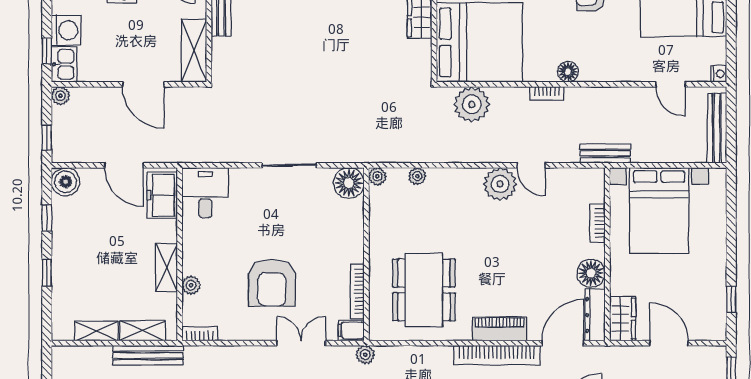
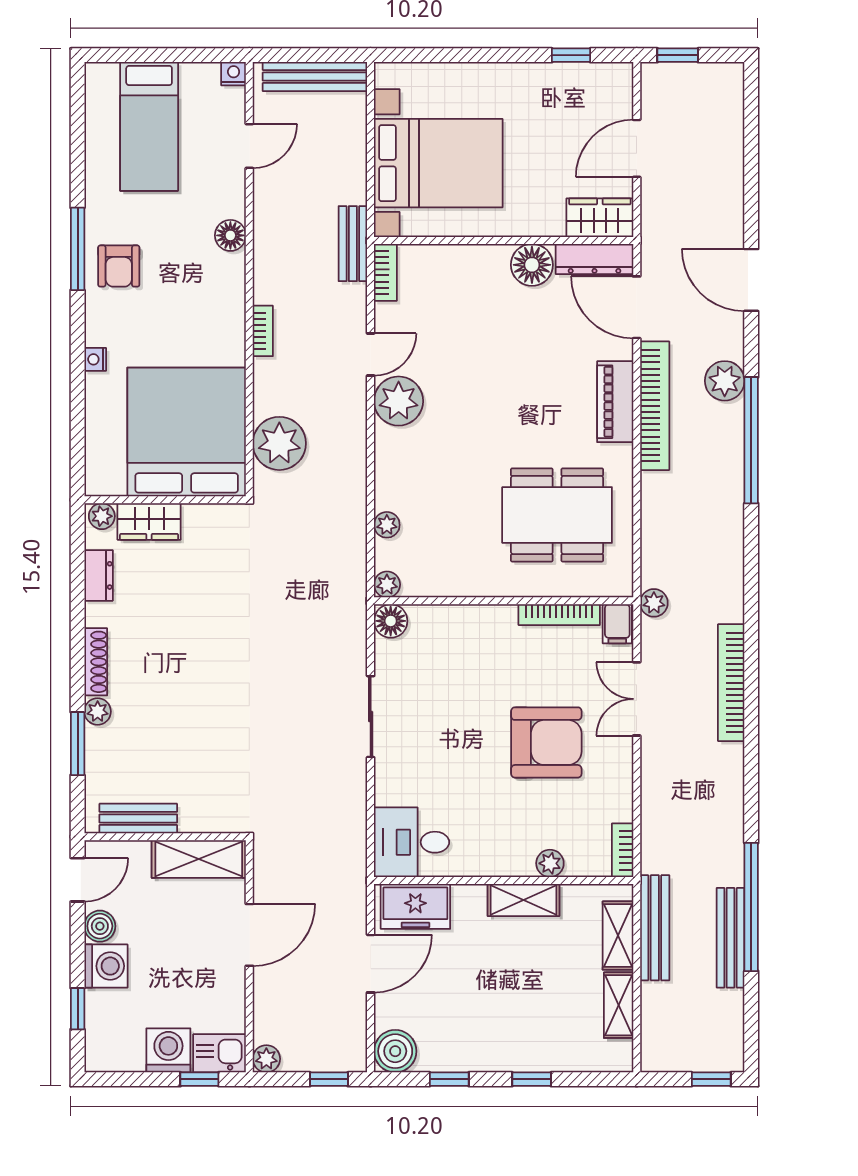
floor lamp: (568, 72) -> (230, 235), moved
floor lamp: (349, 183) -> (391, 621), width x0.73, depth x0.73
bookcase: (597, 223) -> (385, 272), moved, turned -90

